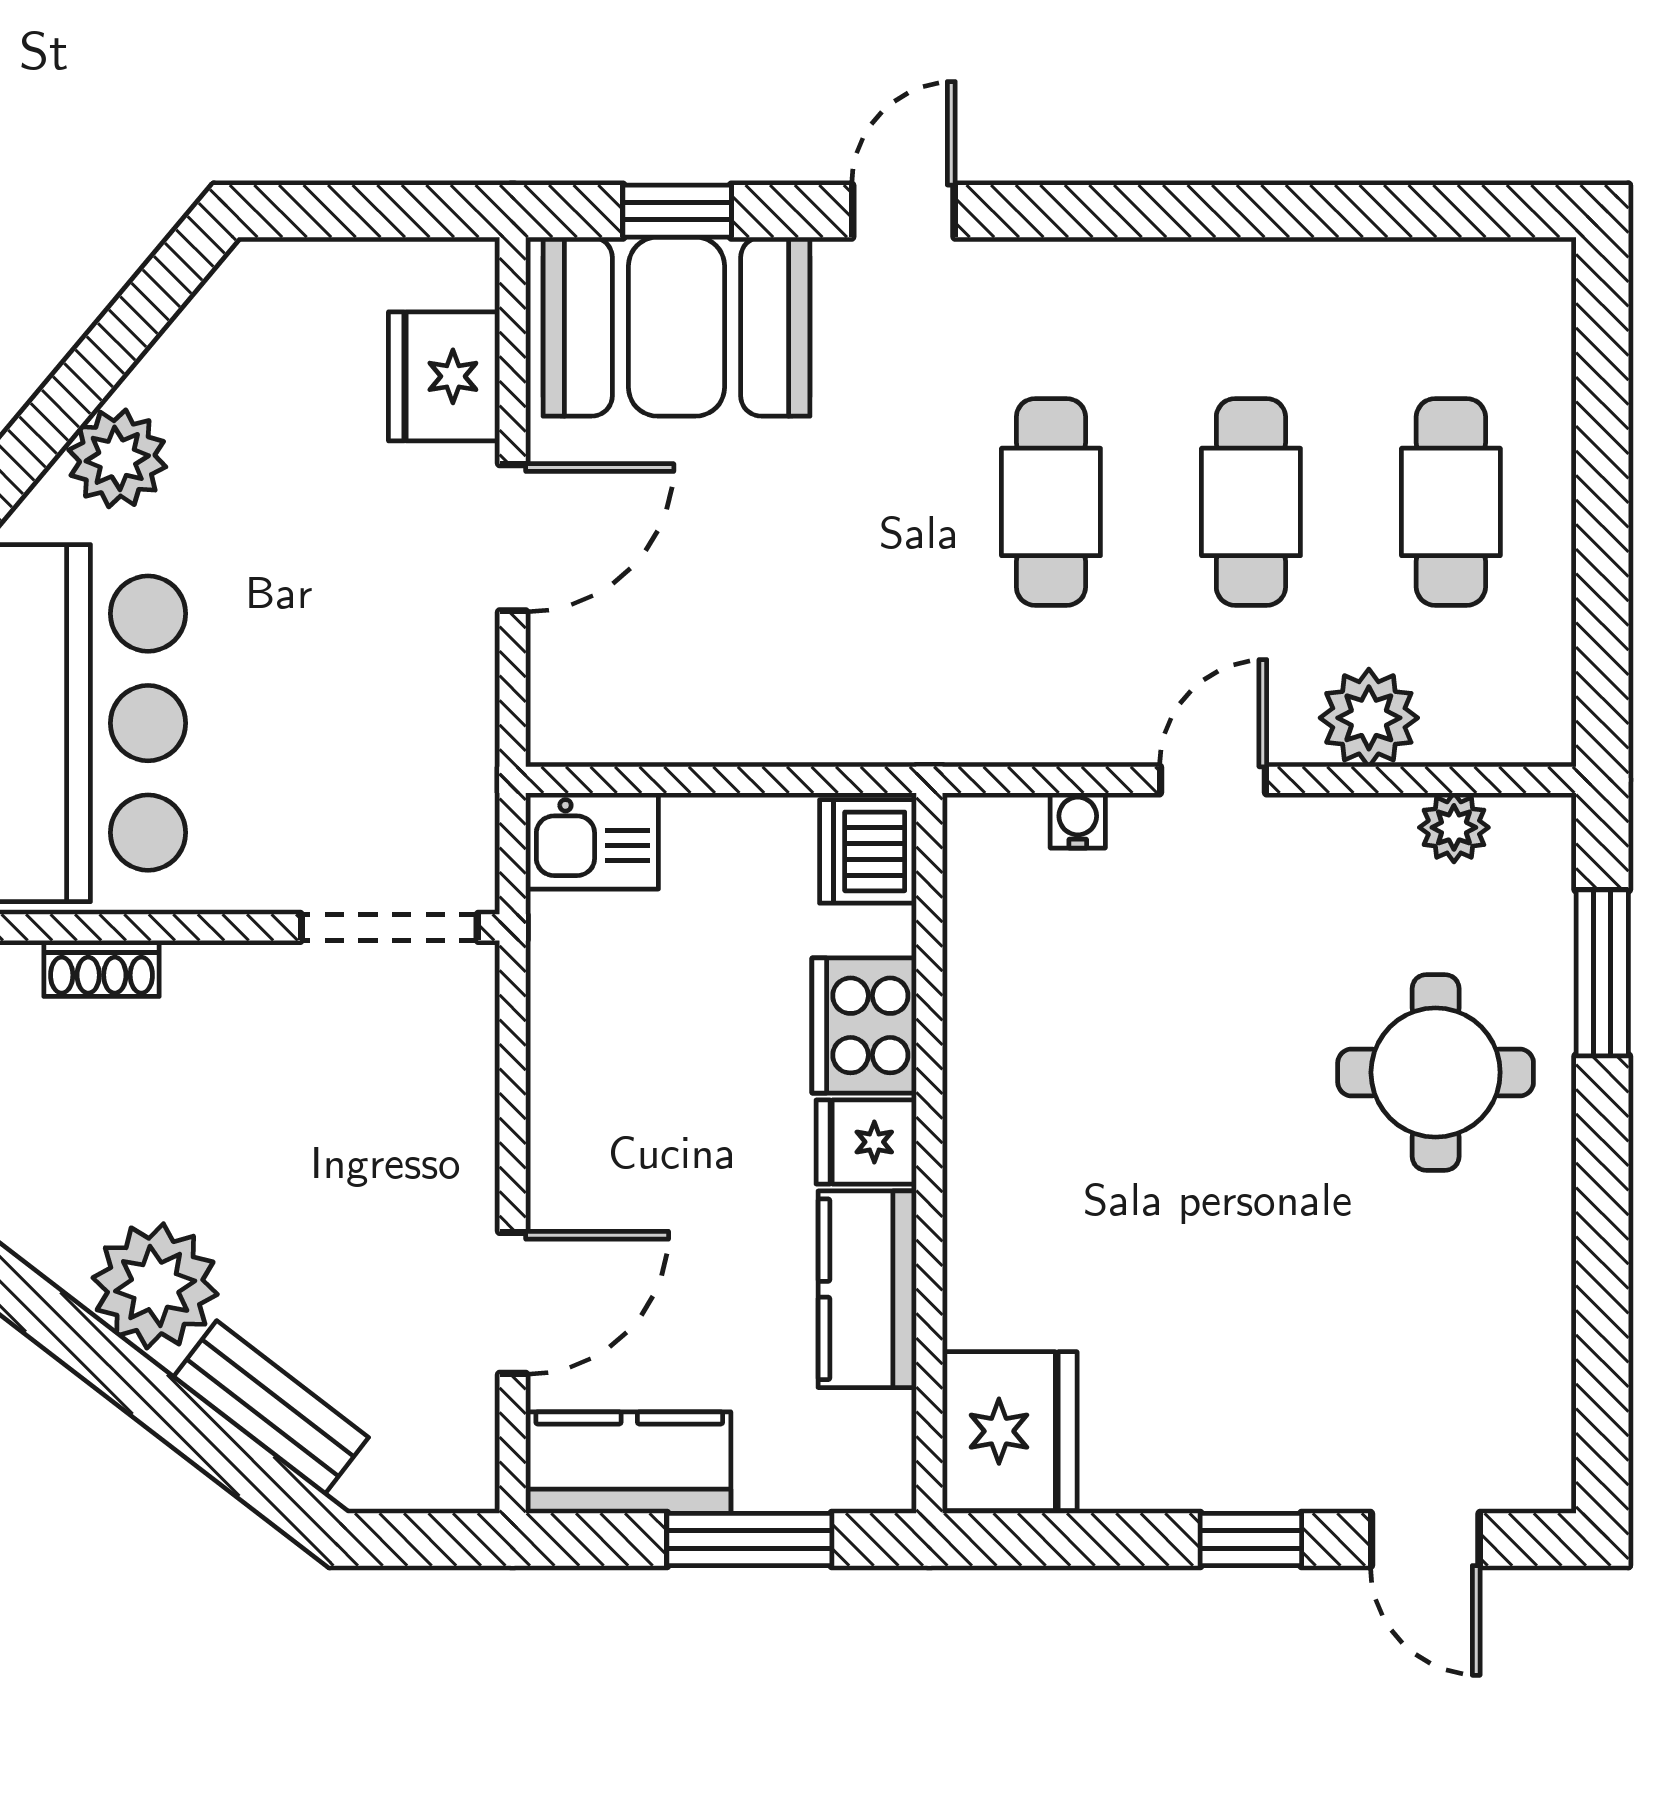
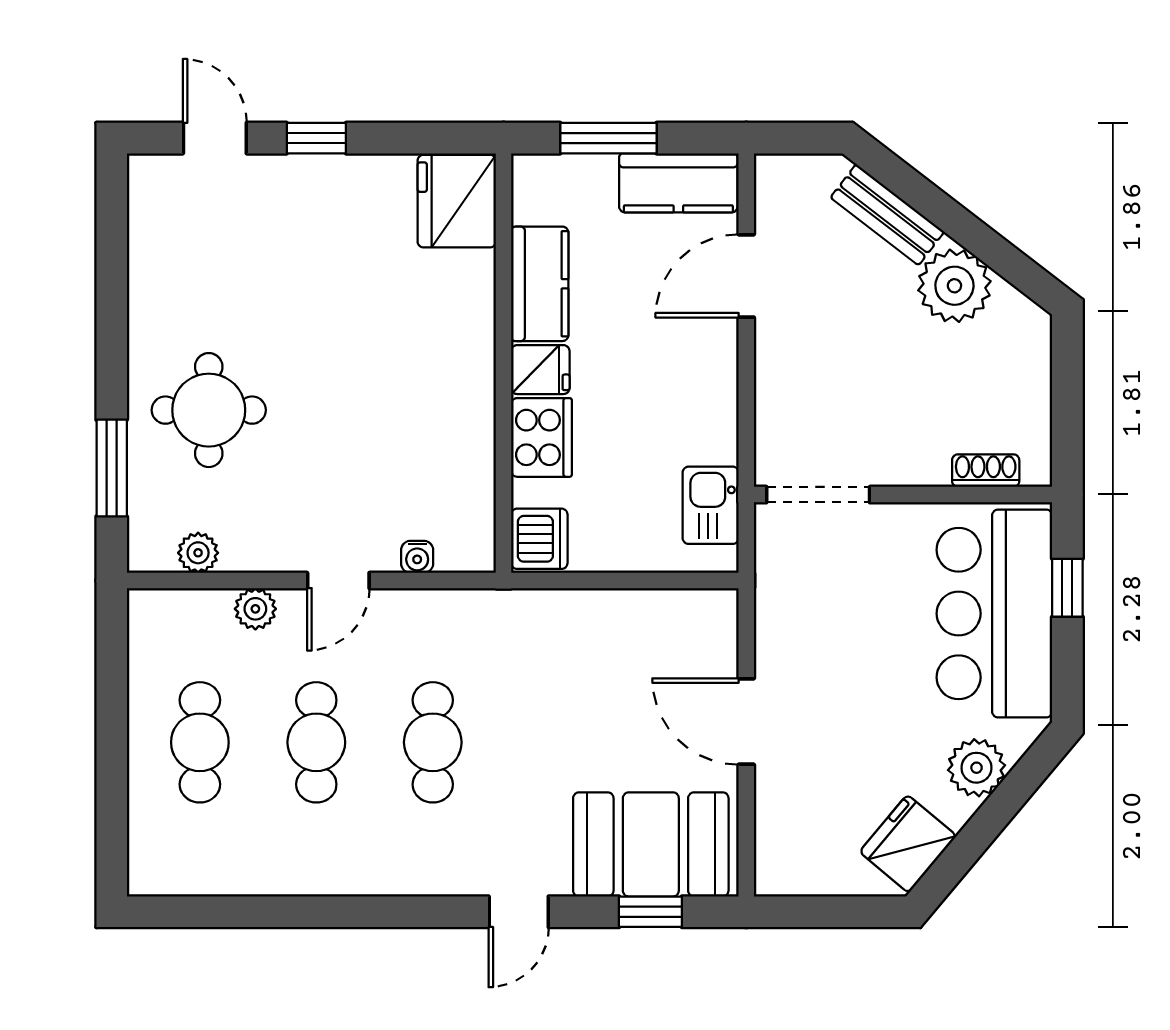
fridge: (444, 376) -> (908, 844), moved, turned -140
door: (513, 538) -> (746, 721), hinge flipped
plant: (1369, 718) -> (255, 609), width x0.73, depth x0.73
kitchen sink: (592, 841) -> (711, 505), moved, turned -90

